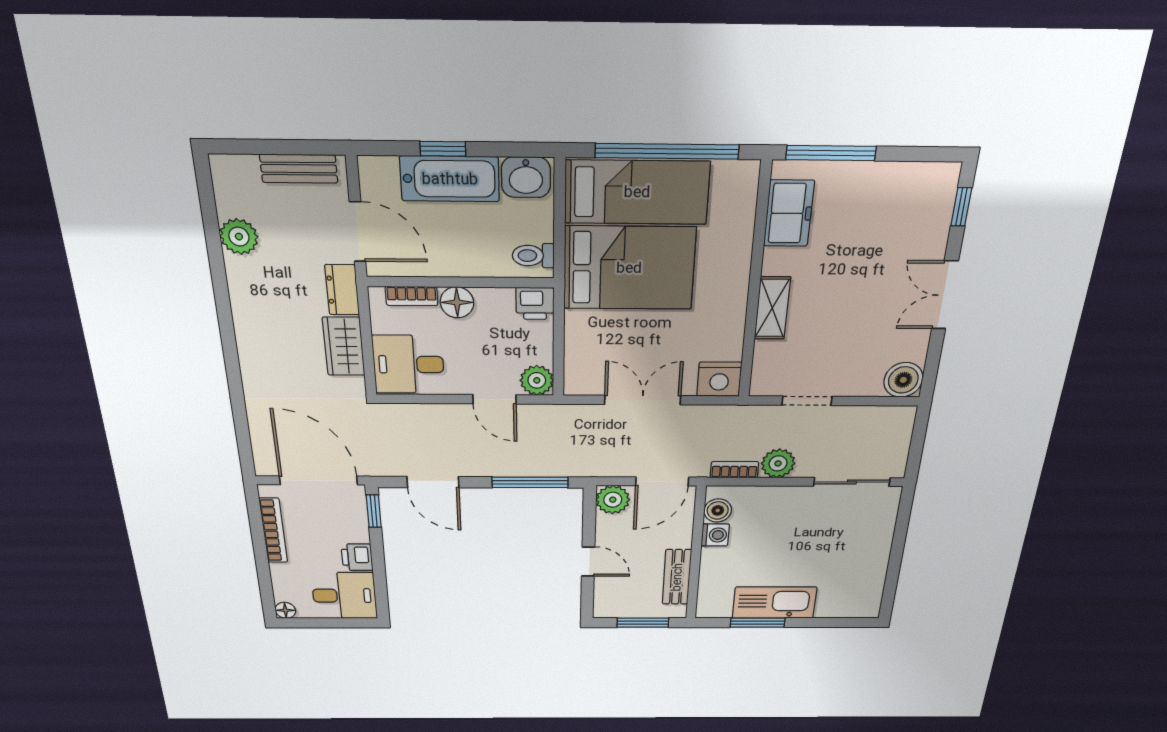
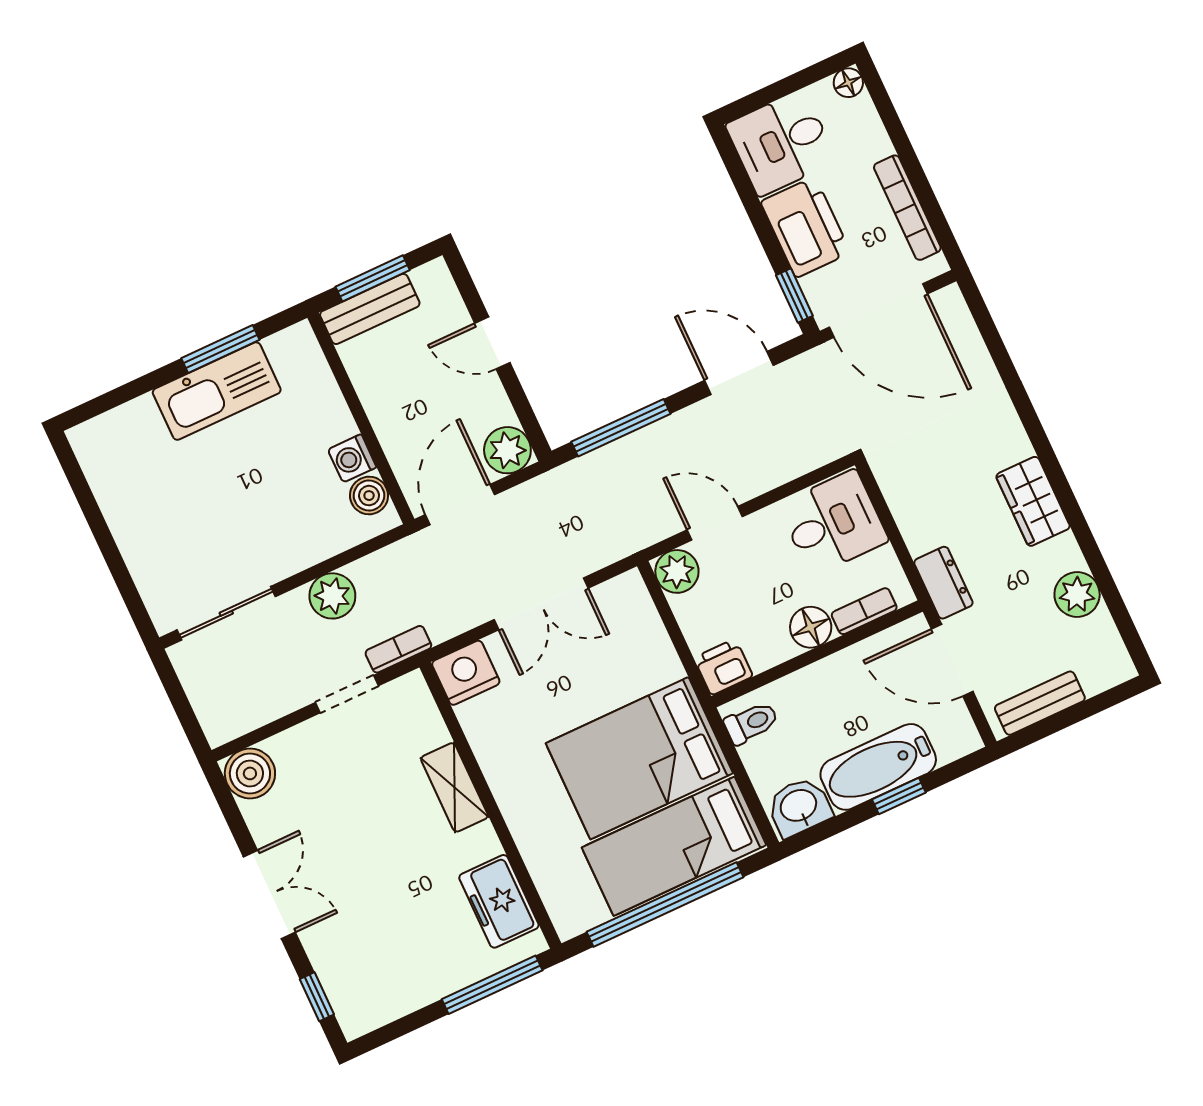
wardrobe: (344, 346) -> (1033, 501), moved, turned 180
bookcase: (734, 470) -> (398, 649), moved, turned 180
printer: (357, 557) -> (805, 227), width x1.87, depth x1.48
bench: (677, 577) -> (370, 309), moved, turned 90

